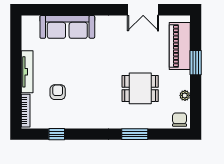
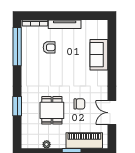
sofa: (67, 27) -> (99, 55), width x0.73
chair: (180, 120) -> (79, 104), moved
window: (57, 134) -> (17, 47), width x3.17

